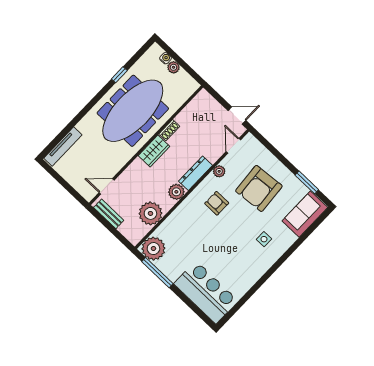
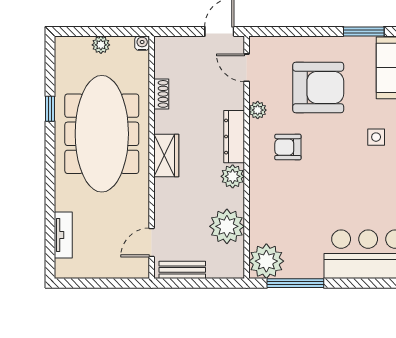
water cooler: (166, 58) -> (142, 43), moved
shoe rack: (169, 130) -> (161, 94), moved
tv unit: (63, 147) -> (63, 235), width x0.71
armchair: (259, 188) -> (318, 87), turned -85

